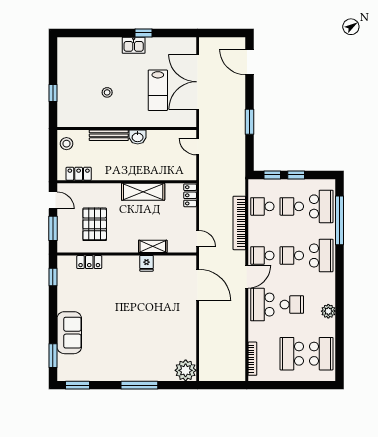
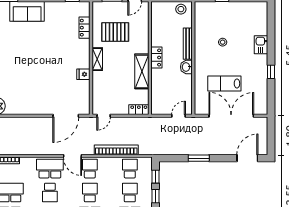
kitchen sink: (134, 45) -> (261, 45), moved
locker: (79, 174) -> (156, 58), moved
shelving: (153, 246) -> (97, 59), moved

